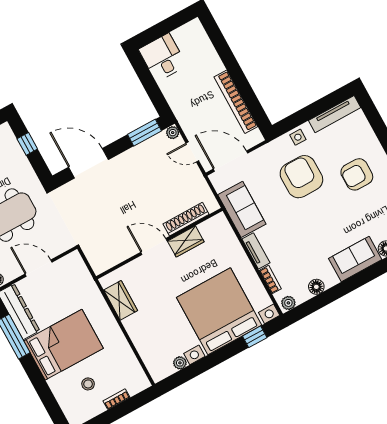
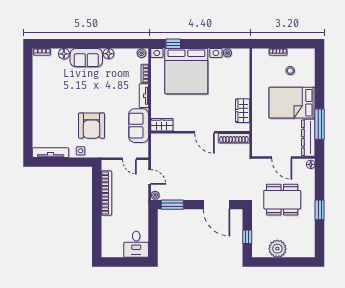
door: (230, 161) -> (129, 159), width x0.53
armchair: (357, 174) -> (57, 109), removed
shoe rack: (186, 219) -> (234, 138), moved
wardrobe: (186, 241) -> (162, 125), moved
floor lamp: (316, 287) -> (109, 54), moved

